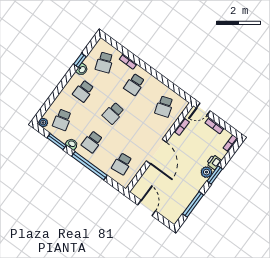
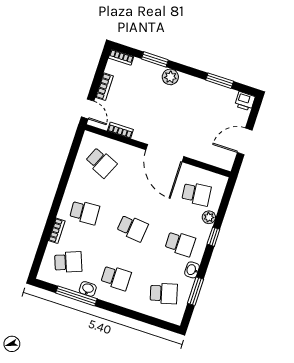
window: (80, 60) -> (76, 296), width x2.17
school desk: (164, 106) -> (101, 163), turned 42
plant: (43, 123) -> (209, 217), moved
door: (156, 152) -> (165, 153), swing flipped
printer: (214, 162) -> (245, 101), moved
window: (89, 166) -> (213, 237), width x0.32
window: (215, 175) -> (155, 59), moved
window: (193, 204) -> (220, 81), width x0.69

